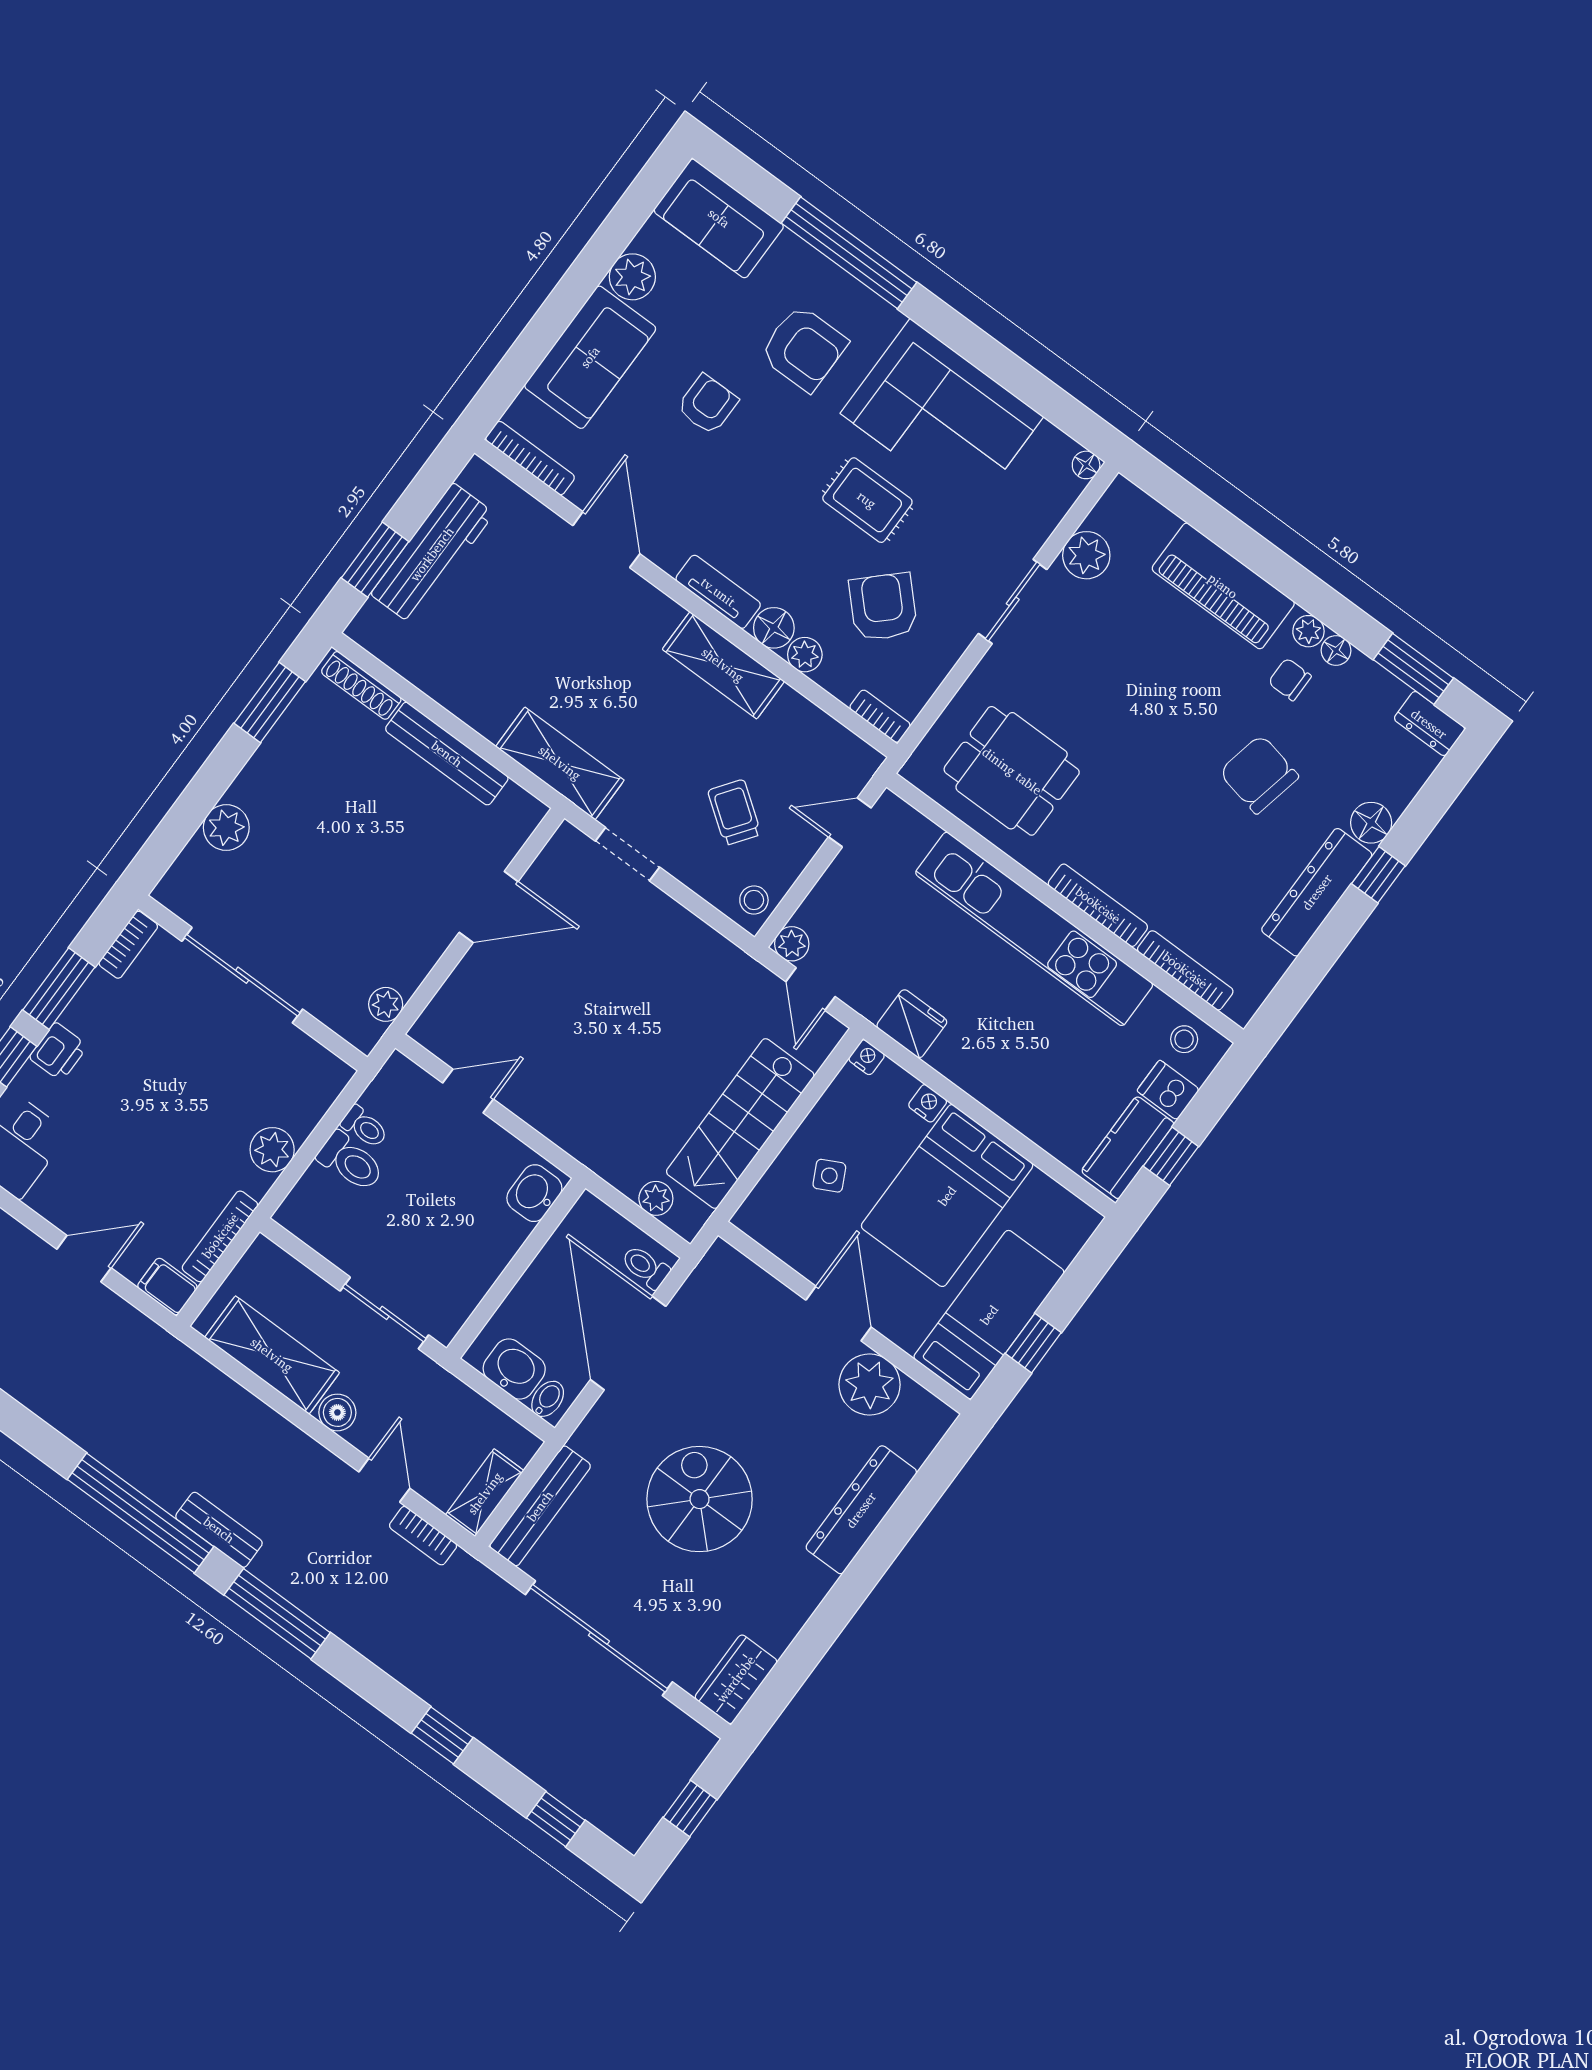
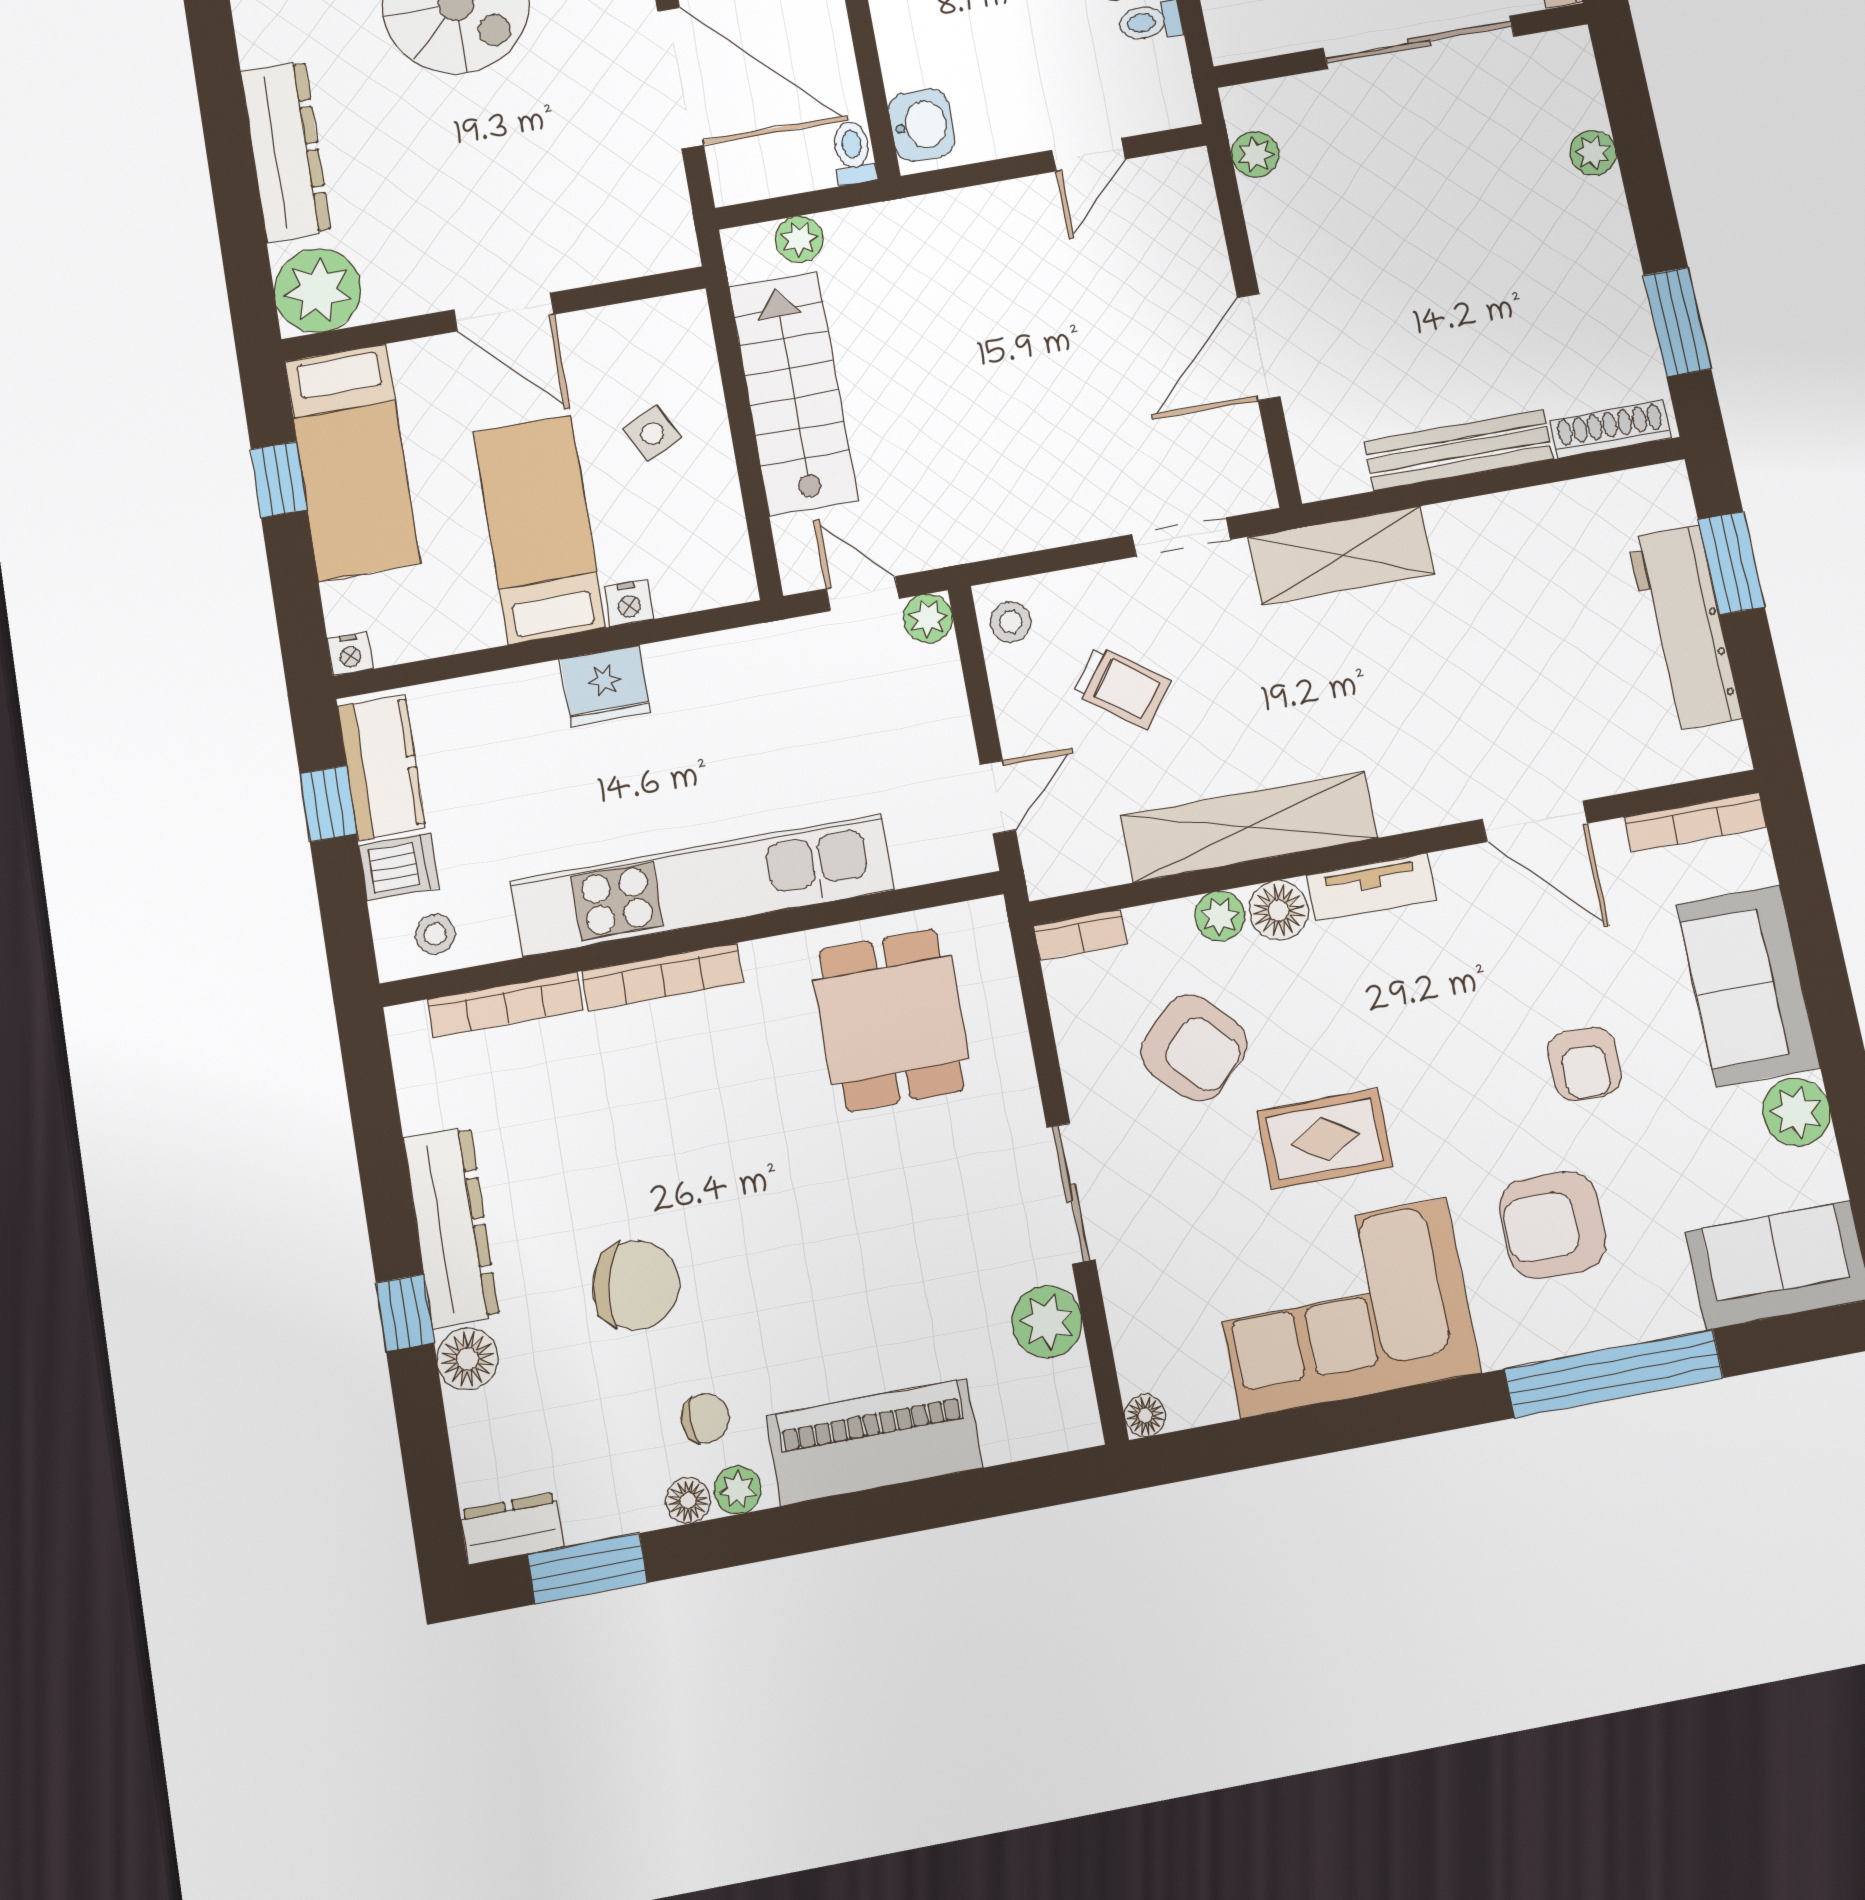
shelving: (723, 665) -> (1249, 827), width x1.47
dining table: (1012, 771) -> (891, 1020), turned 90
plant: (226, 828) -> (1593, 153), width x0.73, depth x0.73
fridge: (912, 1024) -> (605, 686), moved
nightstand: (867, 1057) -> (350, 654), moved
bed: (947, 1196) -> (539, 529), width x0.67
toilet: (645, 1267) -> (853, 153), moved, turned -90
plant: (870, 1384) -> (318, 291), moved

